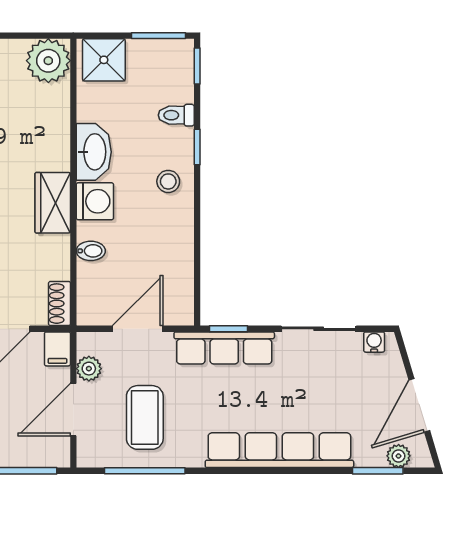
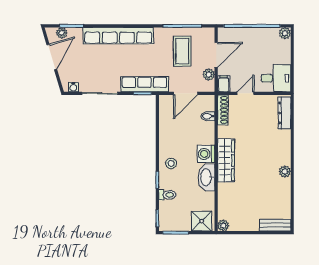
plant: (48, 61) -> (223, 226), width x0.53, depth x0.53
wardrobe: (53, 203) -> (226, 160), width x1.50
bidet: (91, 251) -> (208, 116), moved
shoe rack: (60, 304) -> (223, 110), width x1.43

